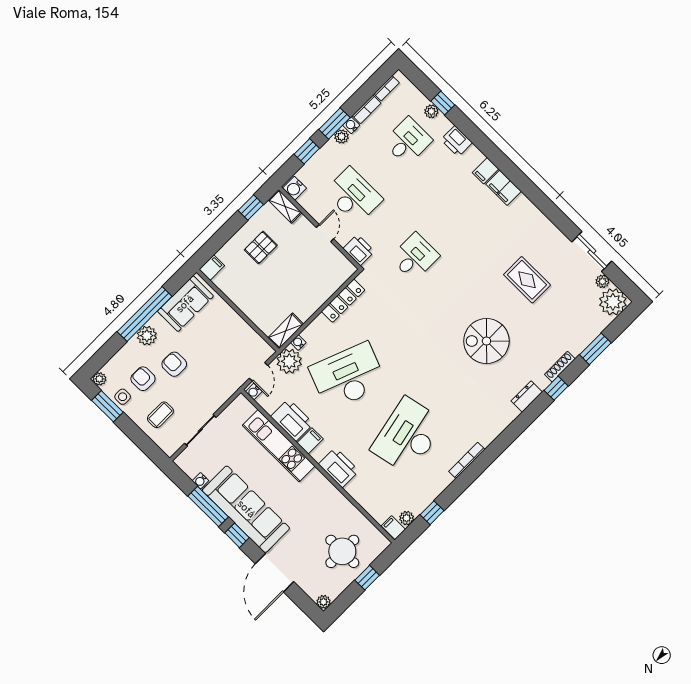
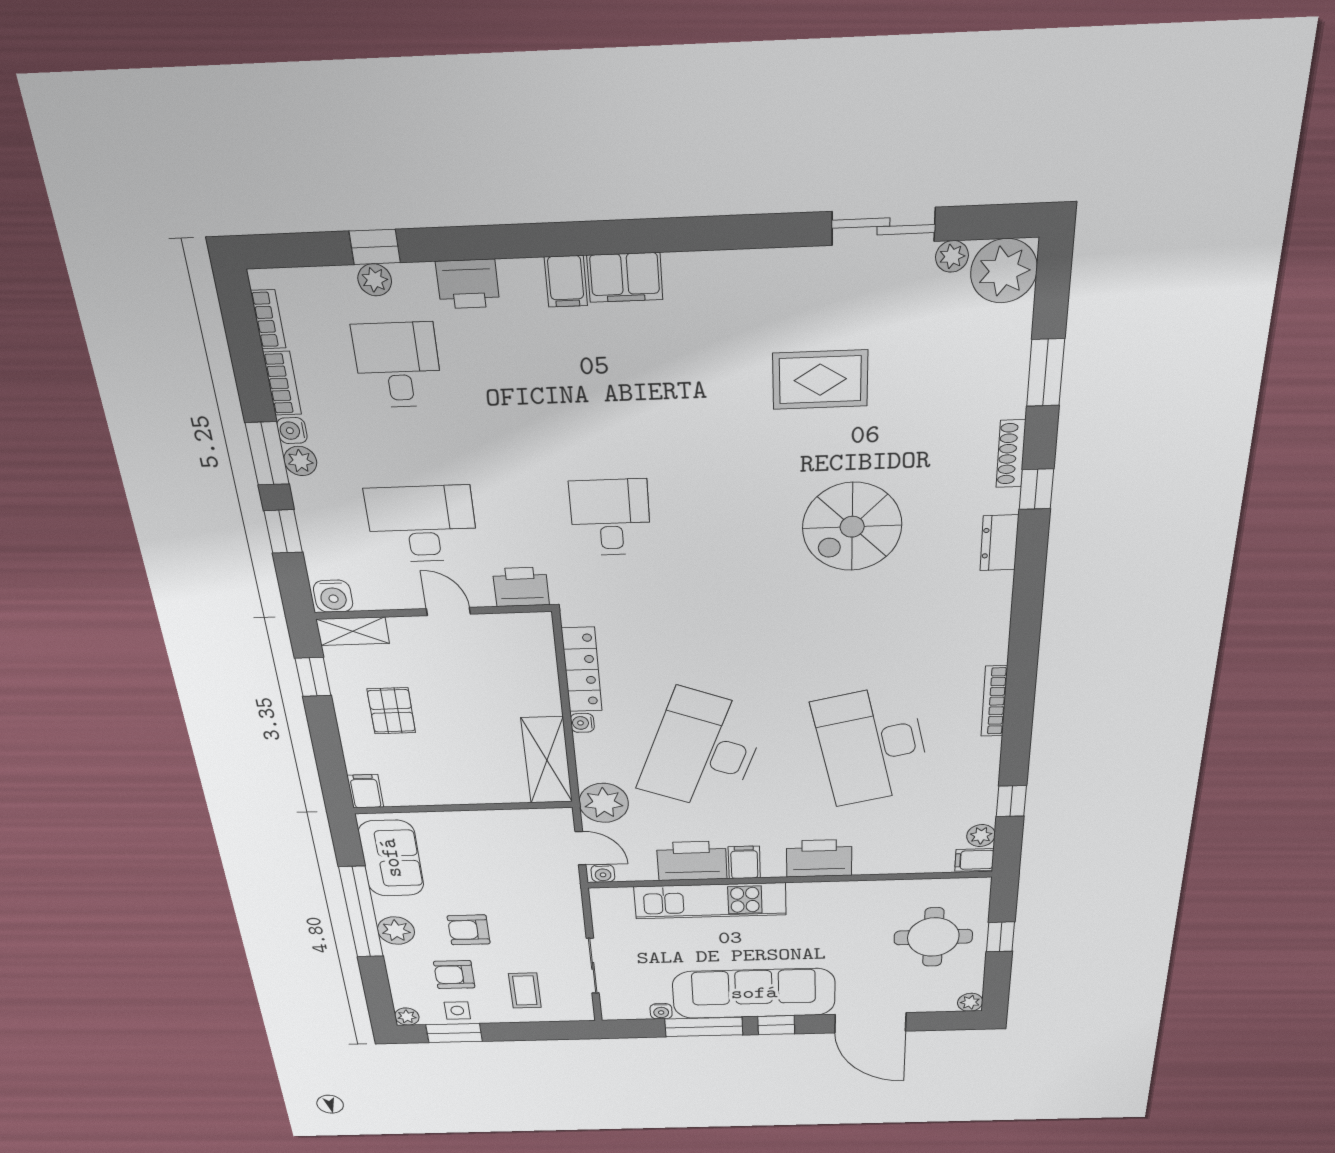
shelving: (286, 331) -> (547, 760), width x1.50, depth x1.33
water cooler: (298, 343) -> (582, 723), moved

